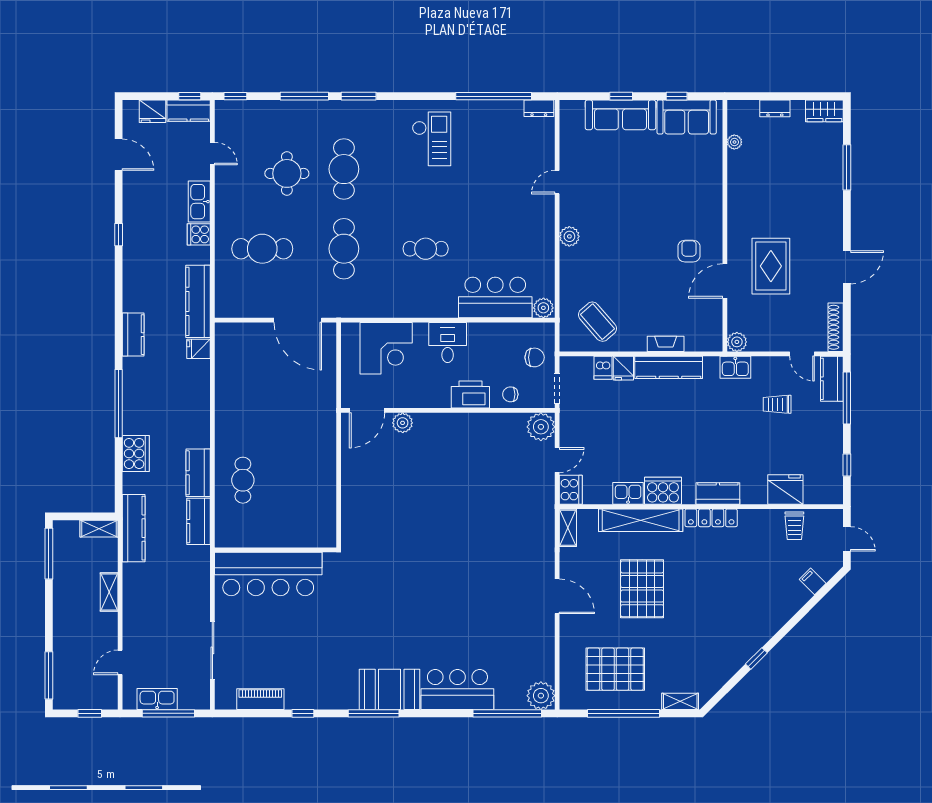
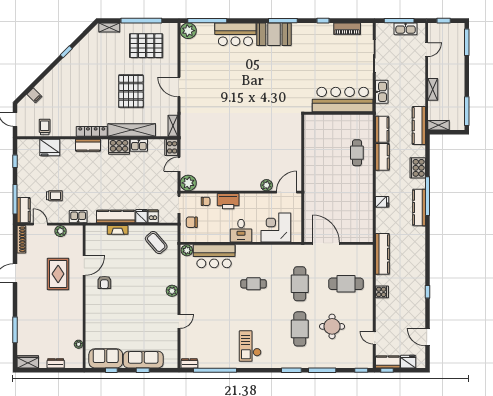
kitchen sink: (199, 202) -> (382, 92), moved
kitchen counter: (133, 335) -> (419, 207), moved, width x1.50
plant: (737, 342) -> (61, 231), moved
fridge: (199, 349) -> (382, 202), moved

